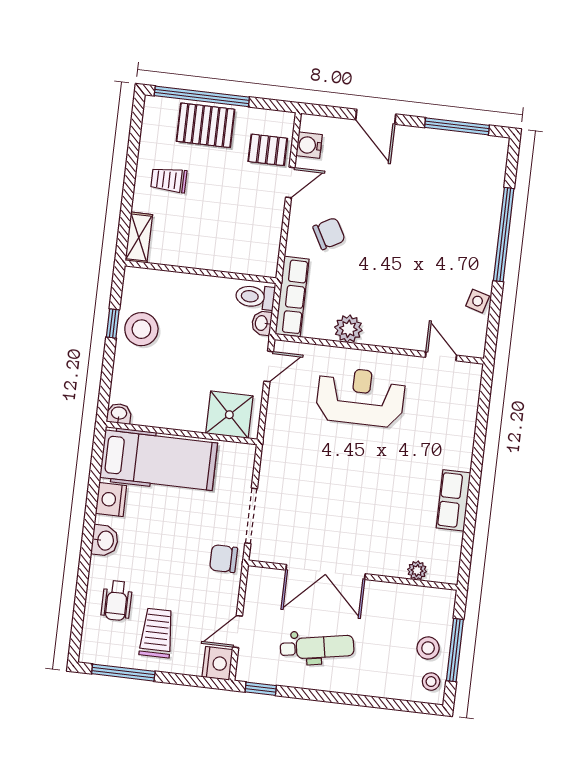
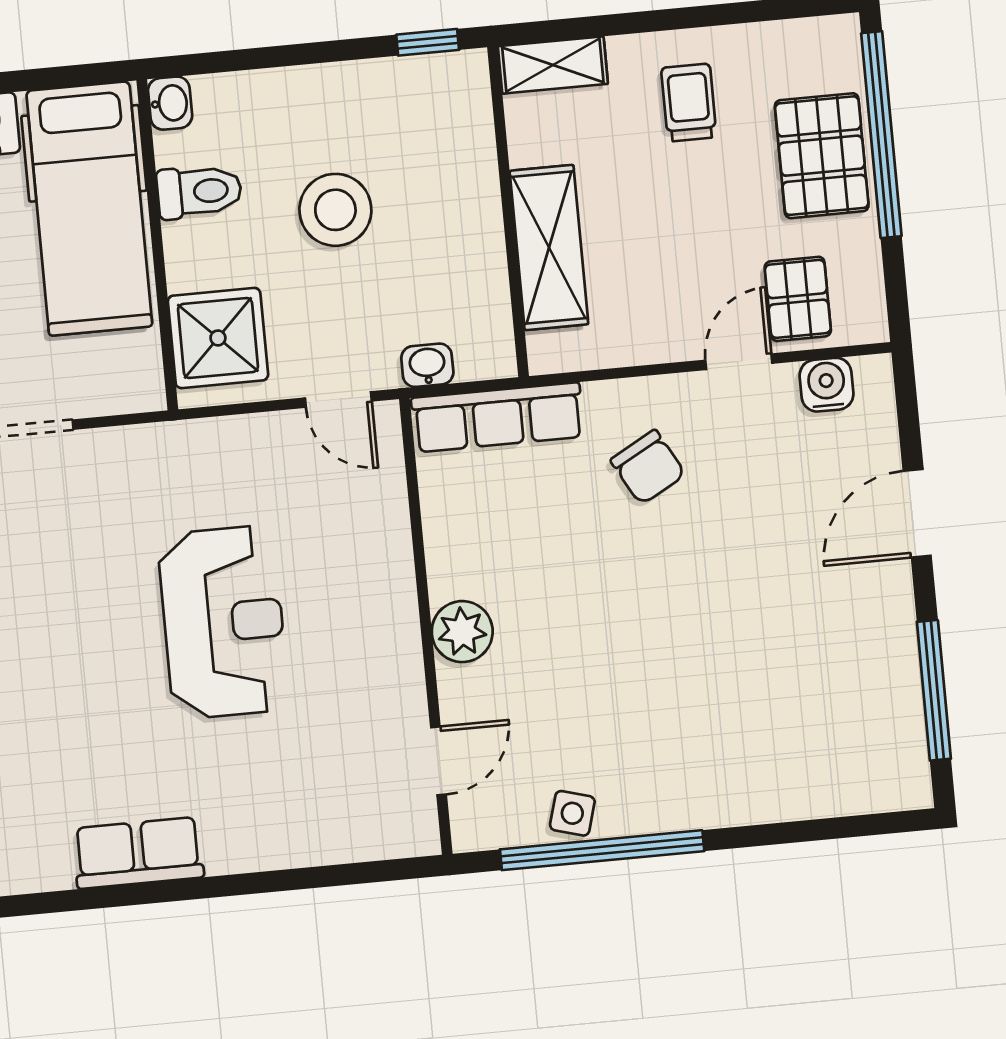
door: (290, 182) -> (739, 362), swing flipped
window: (504, 235) -> (602, 850), moved
shelving: (221, 257) -> (549, 248), added
toilet: (255, 297) -> (199, 192), moved, turned 90
window: (113, 323) -> (428, 42), moved
stool: (141, 329) -> (335, 210), moved
plant: (348, 329) -> (462, 632), moved
reception desk: (361, 397) -> (223, 622), moved

